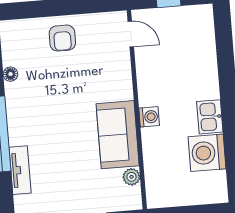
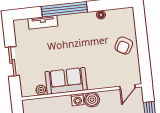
armchair: (62, 38) -> (124, 46), turned -61
boiler: (150, 93) -> (92, 100), added

